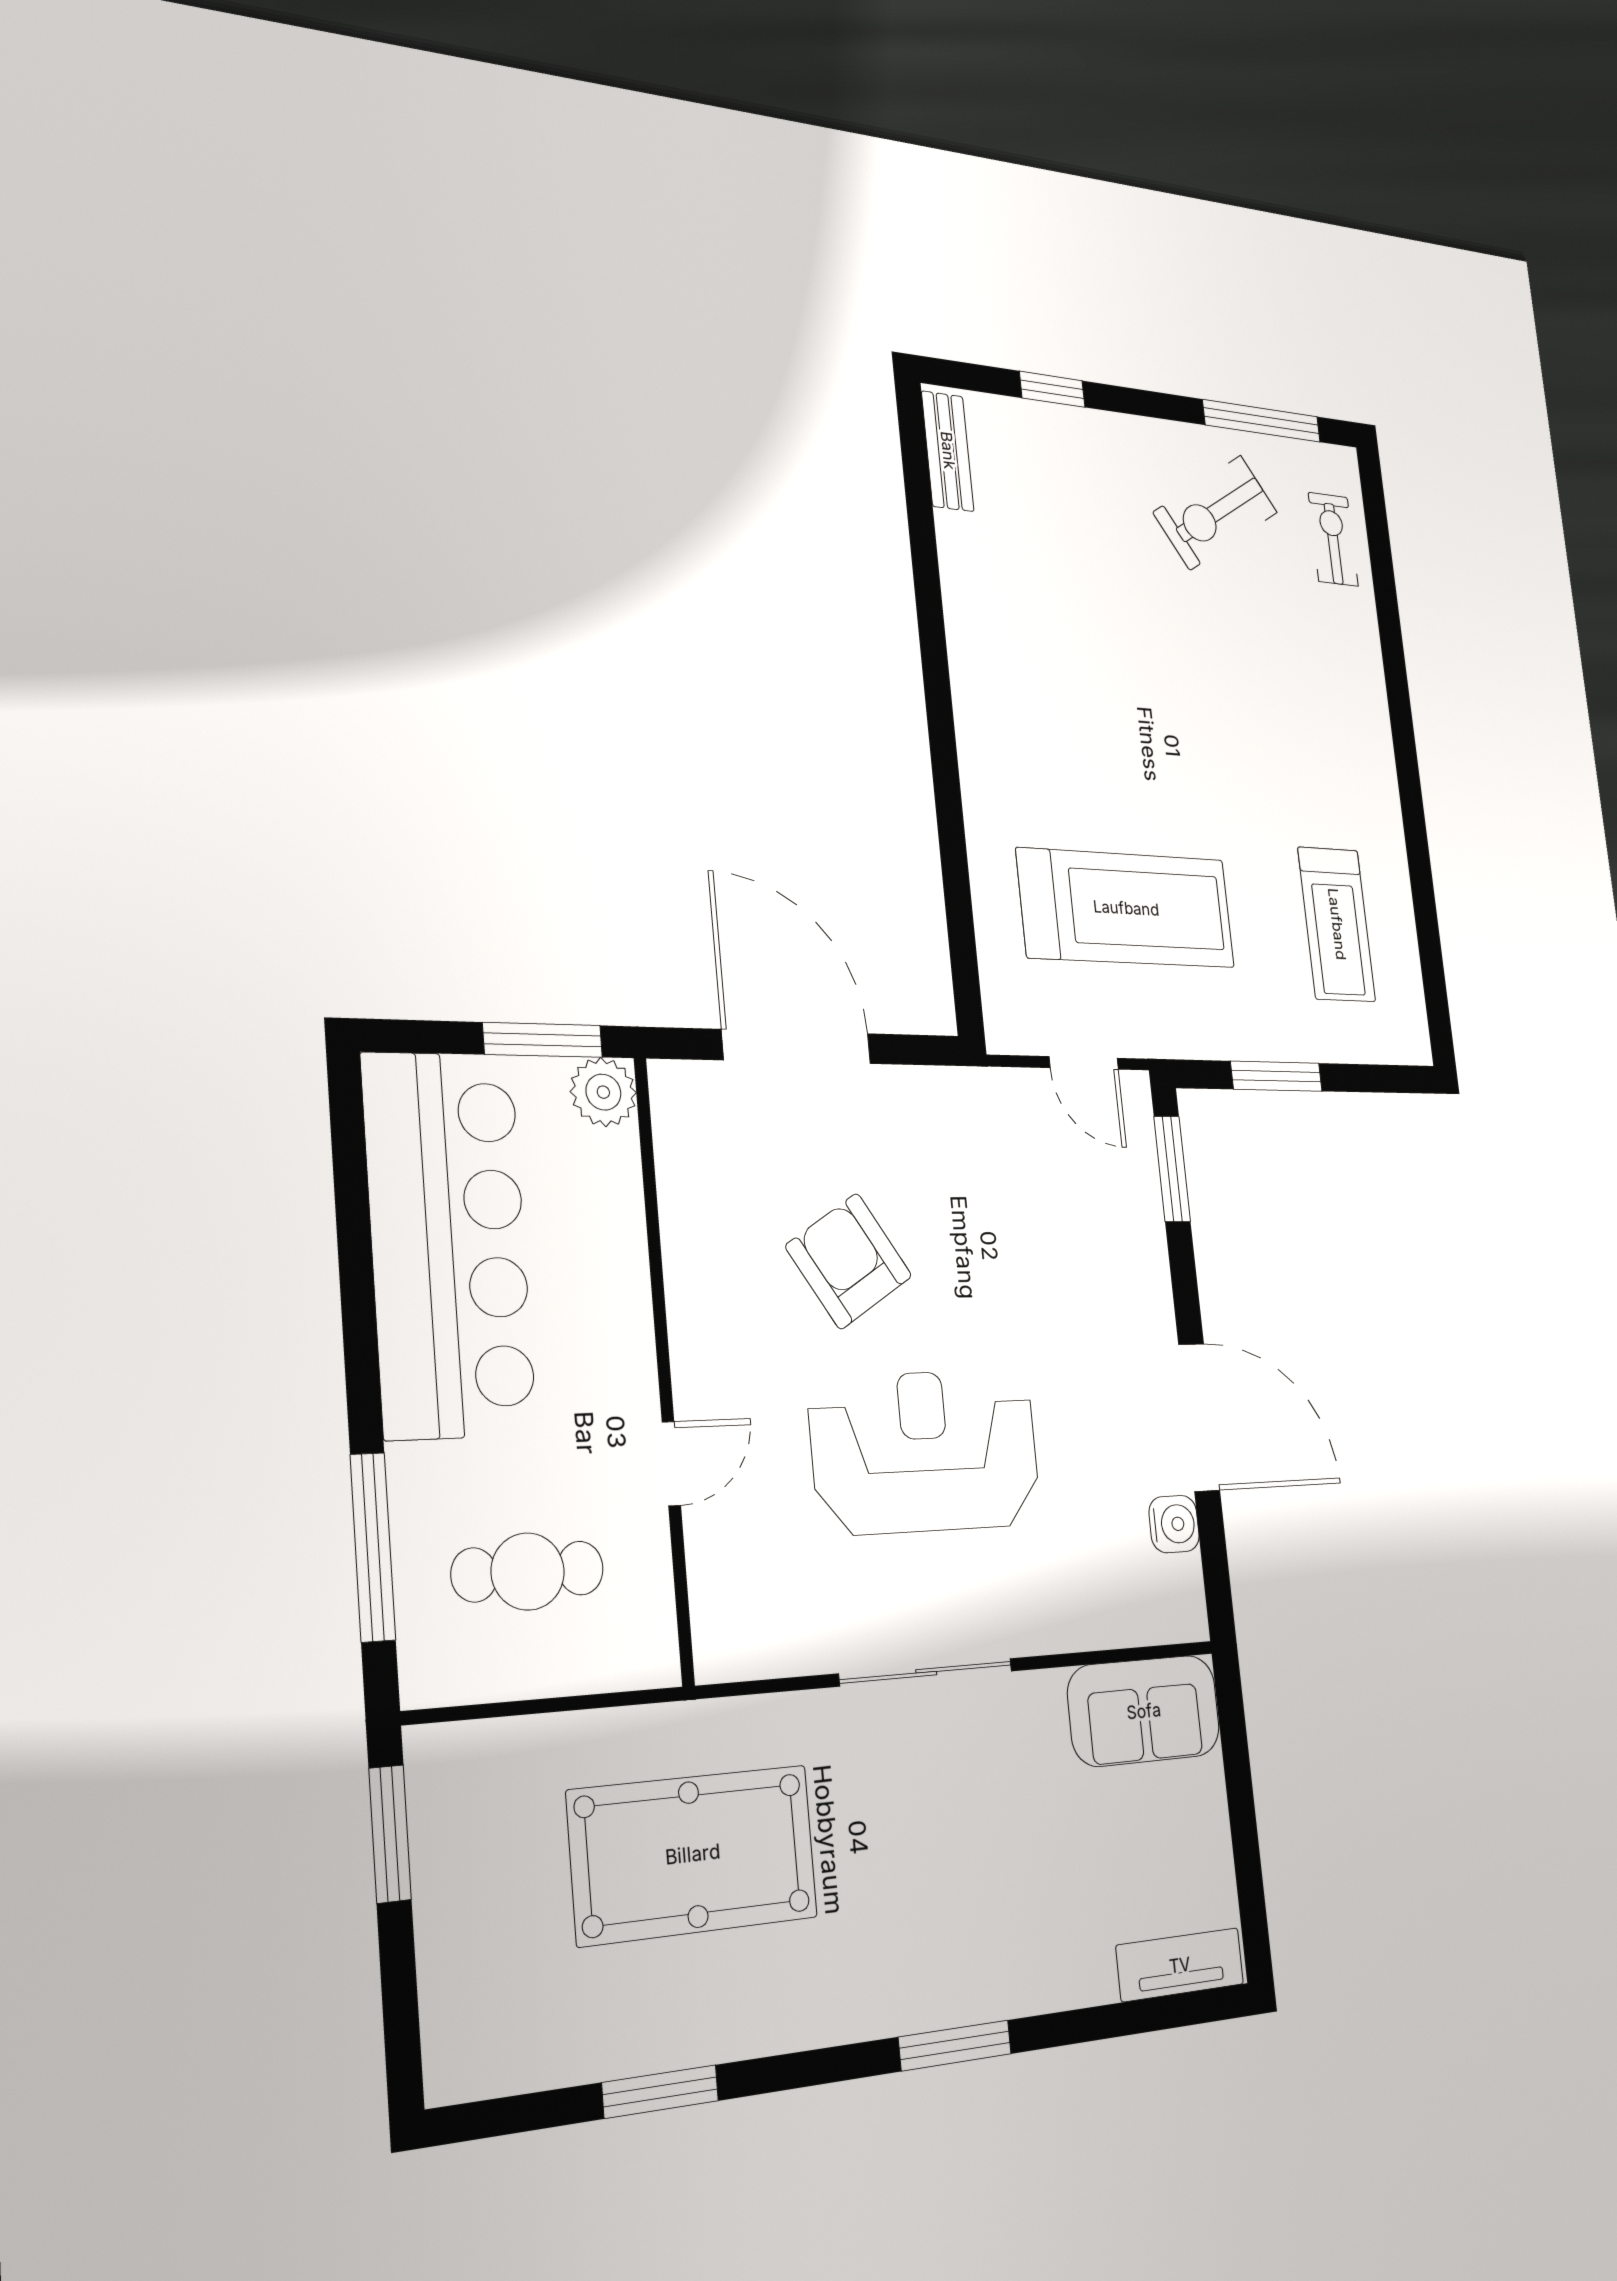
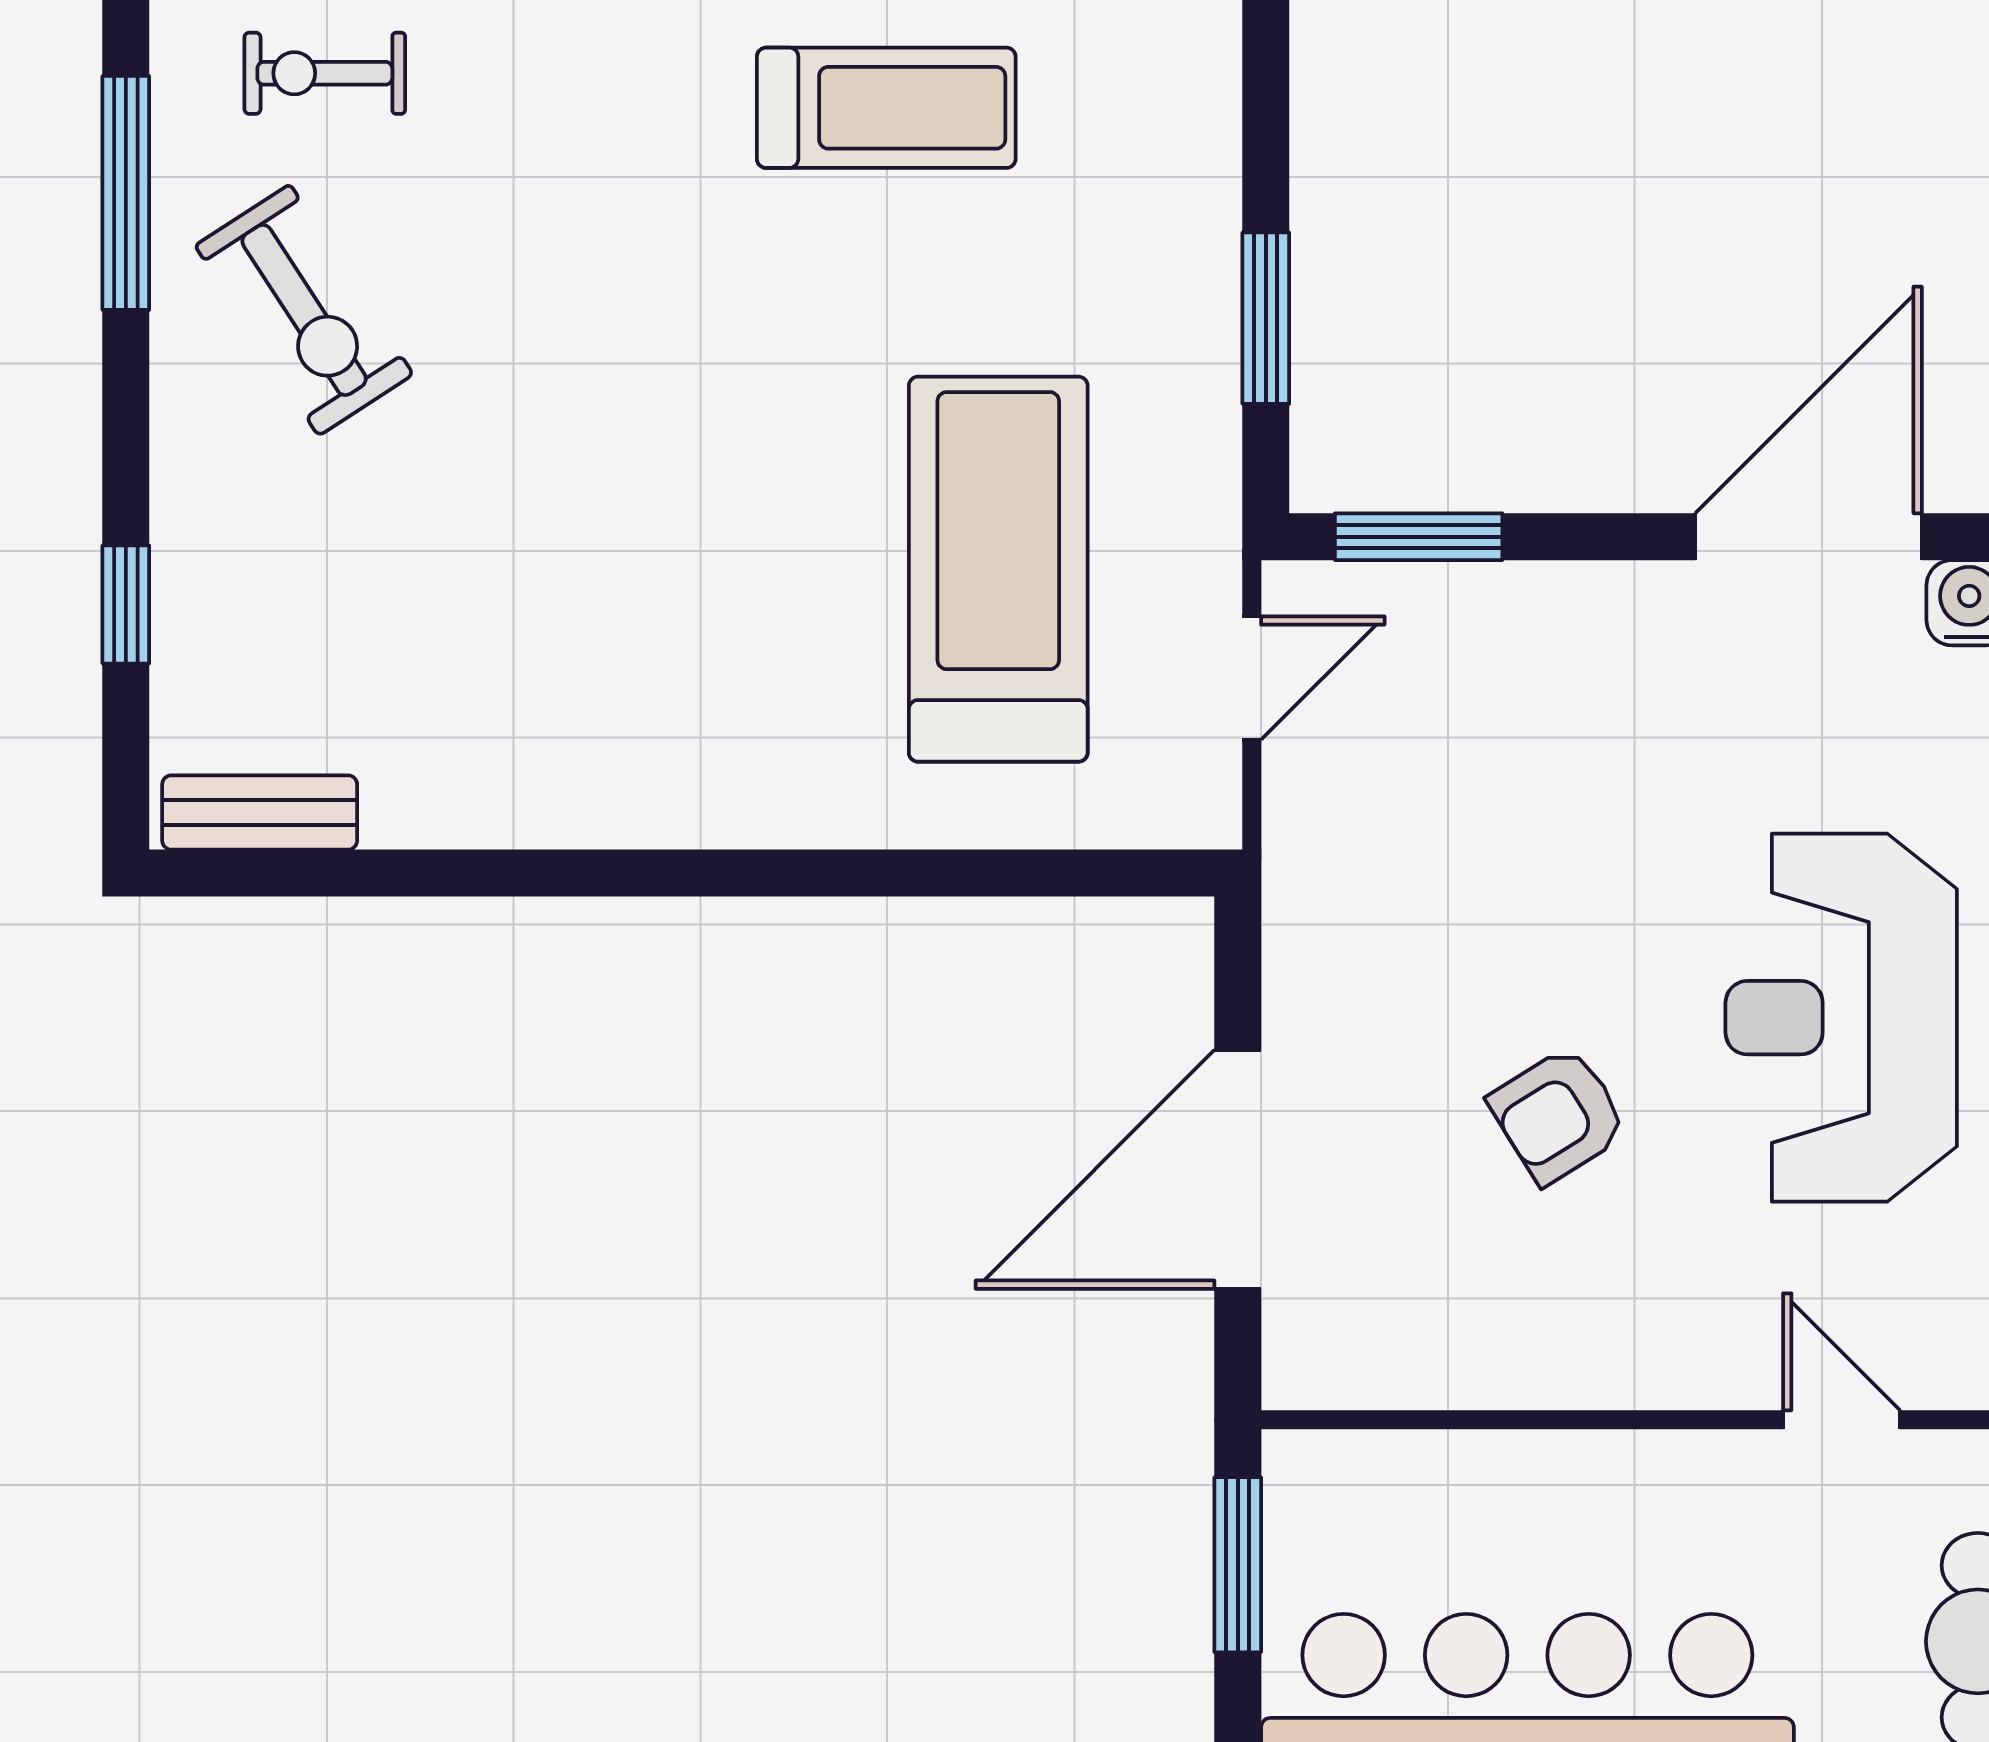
treadmill: (1337, 924) -> (886, 108), moved
plant: (603, 1092) -> (1312, 1479), removed
armchair: (849, 1261) -> (1558, 1115), width x0.72, depth x0.72

